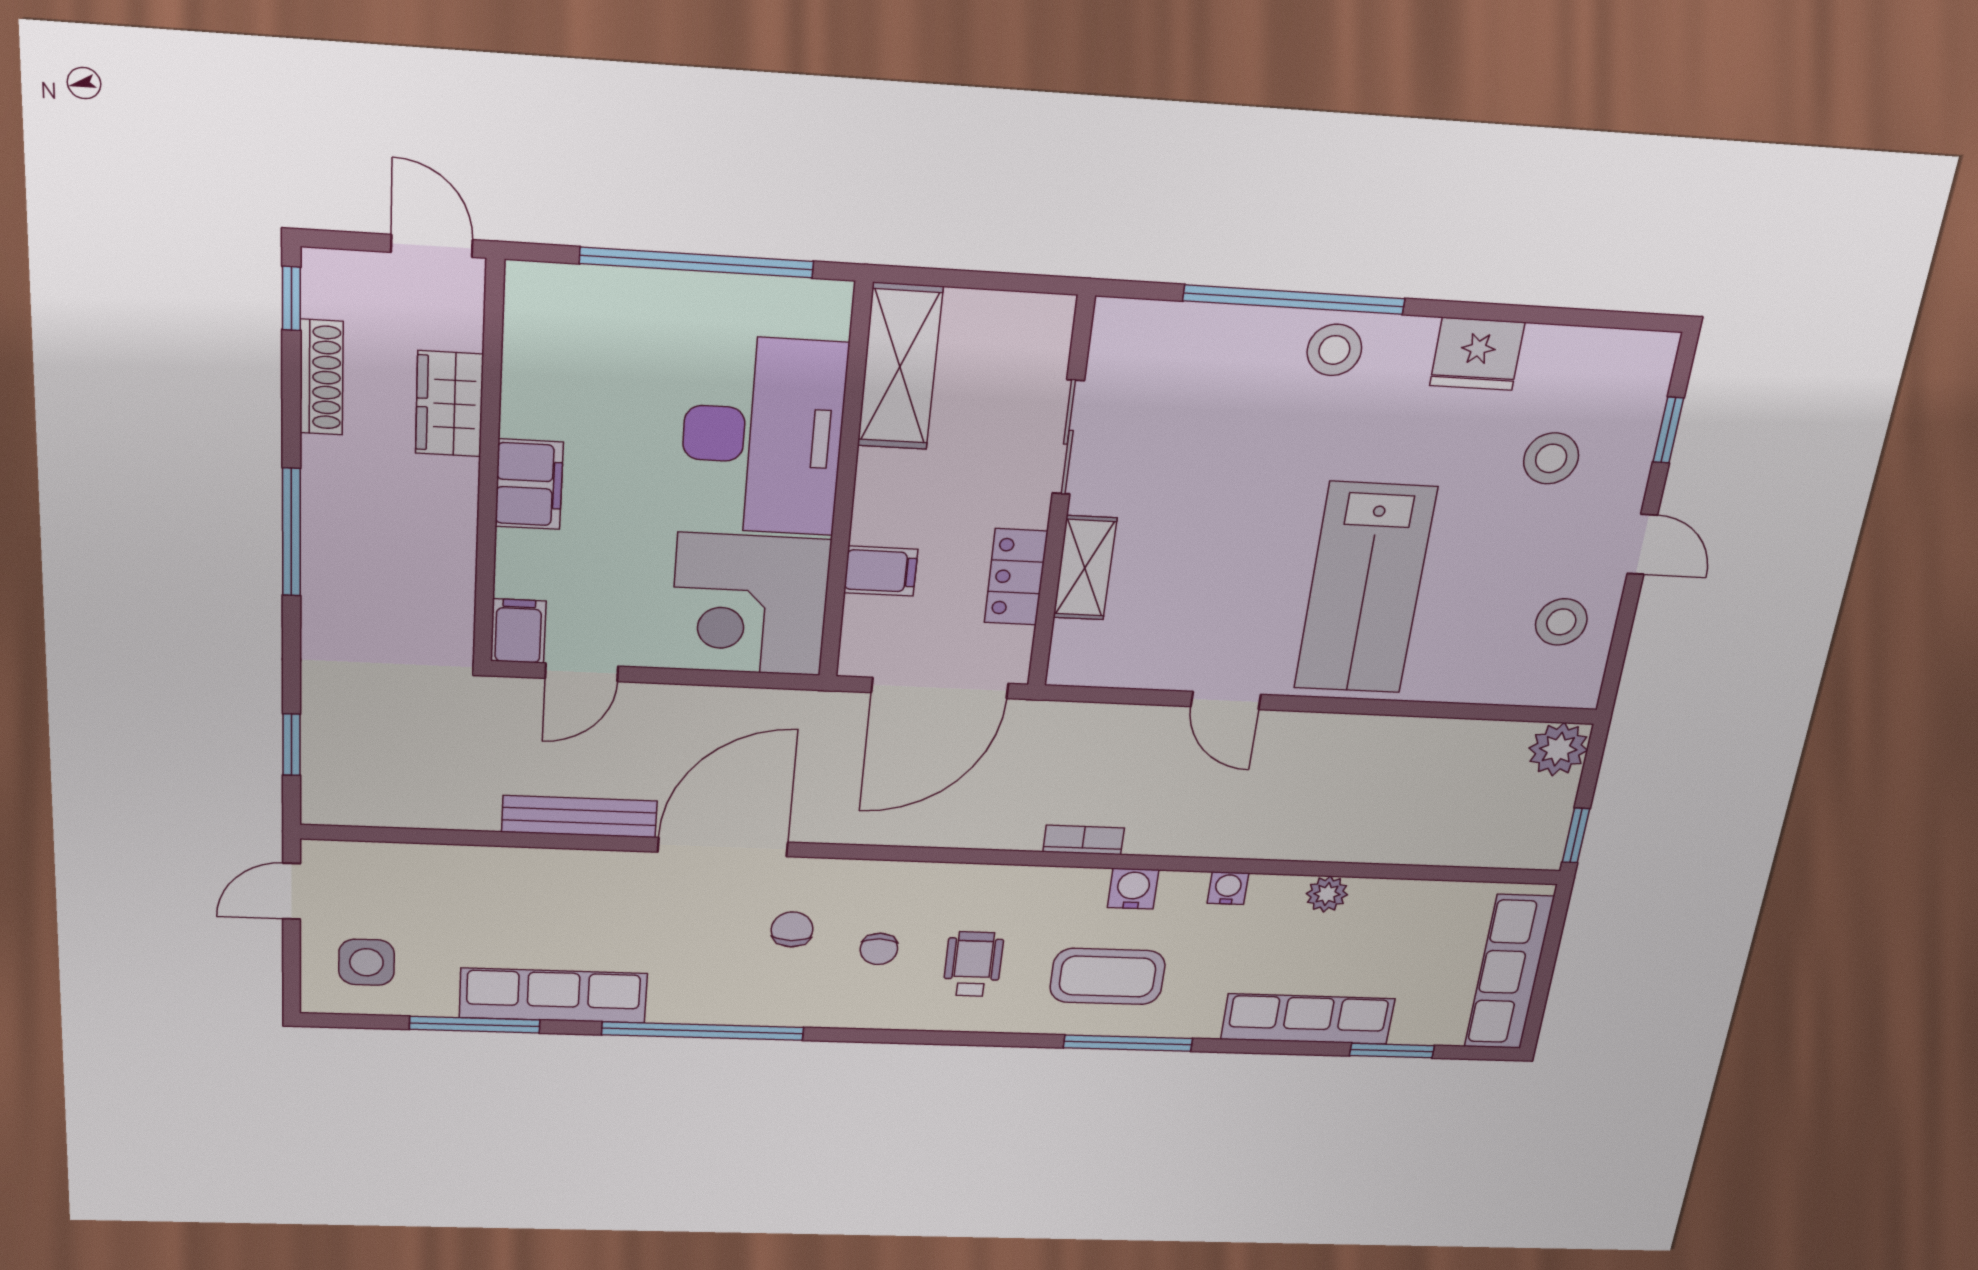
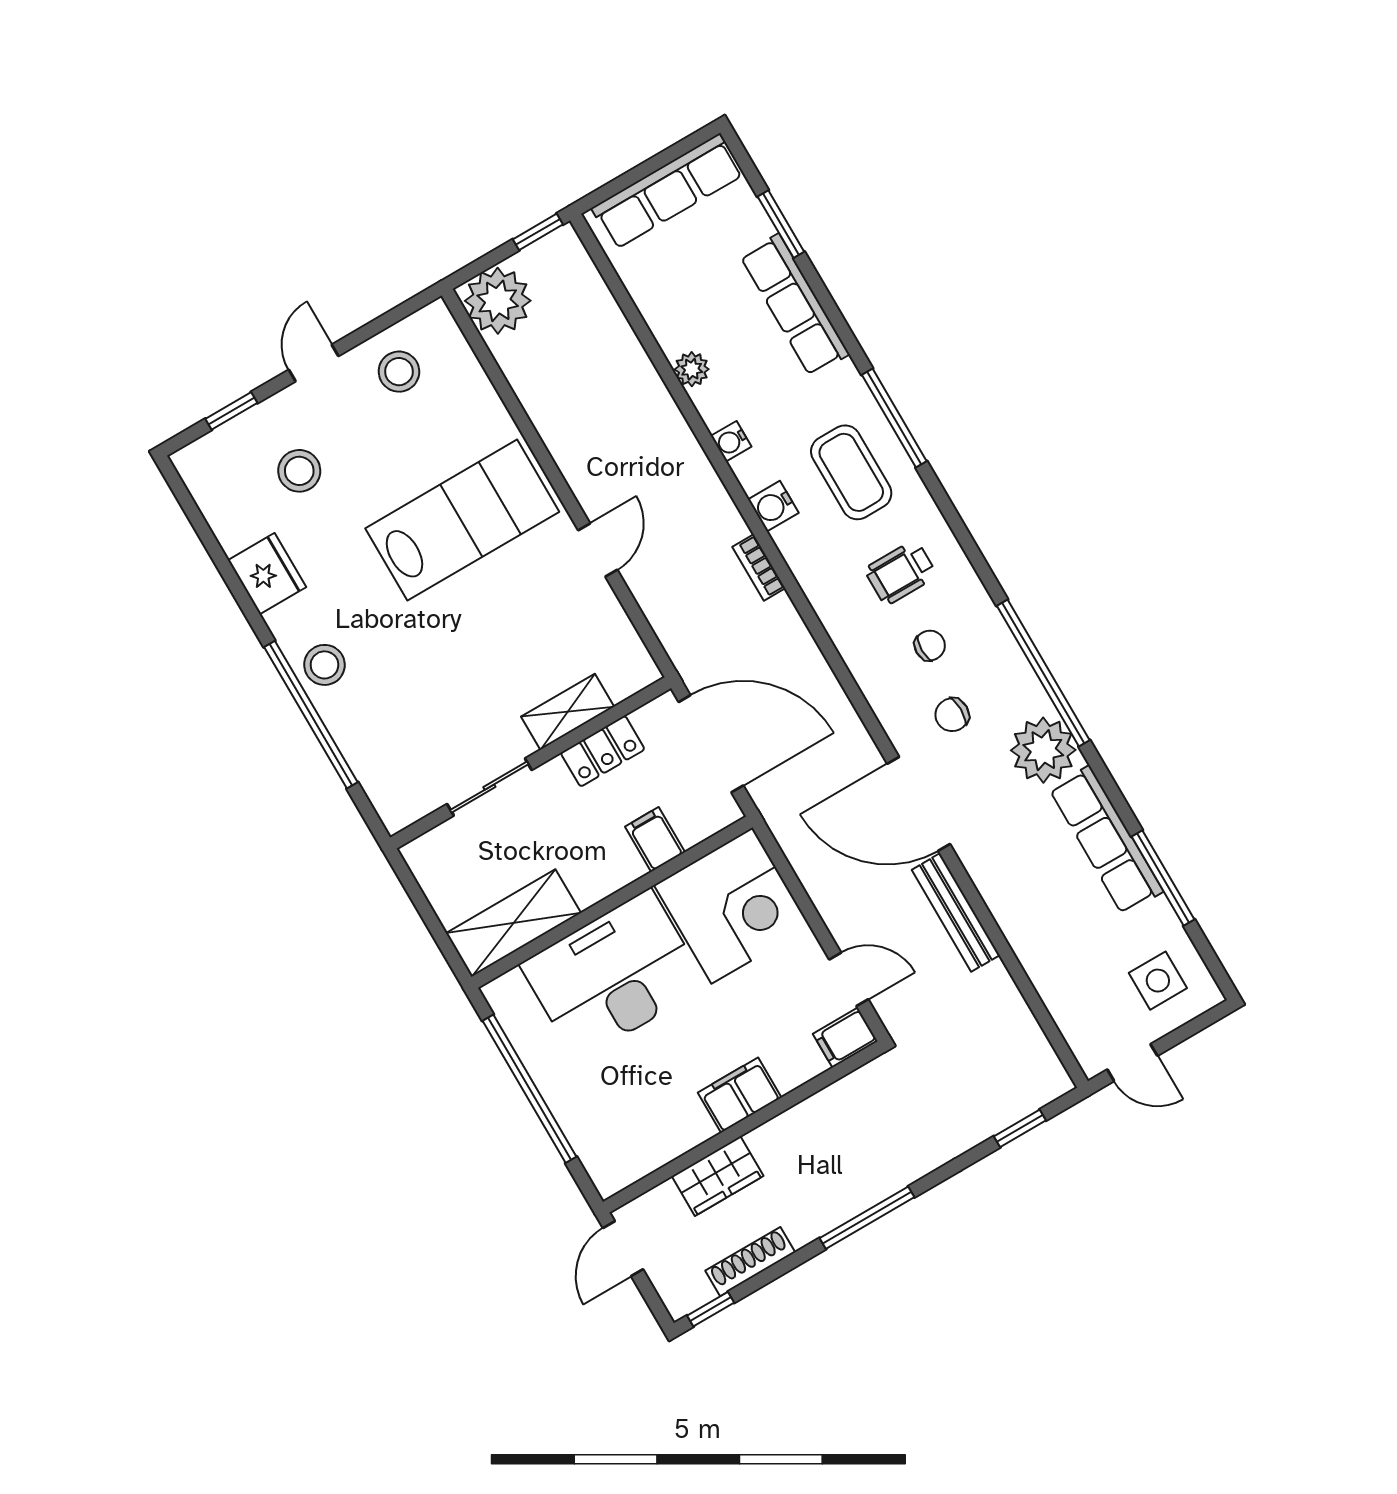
plant: (1558, 749) -> (498, 301), width x1.36, depth x1.36
plant: (691, 990) -> (1043, 750), added
window: (703, 1031) -> (1043, 673), moved

